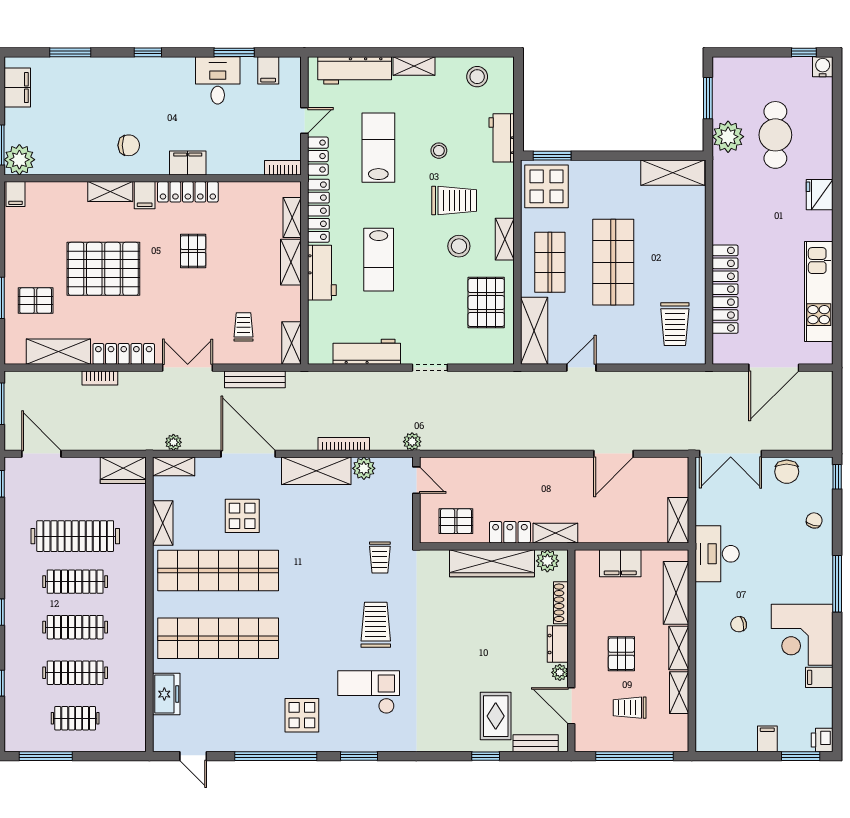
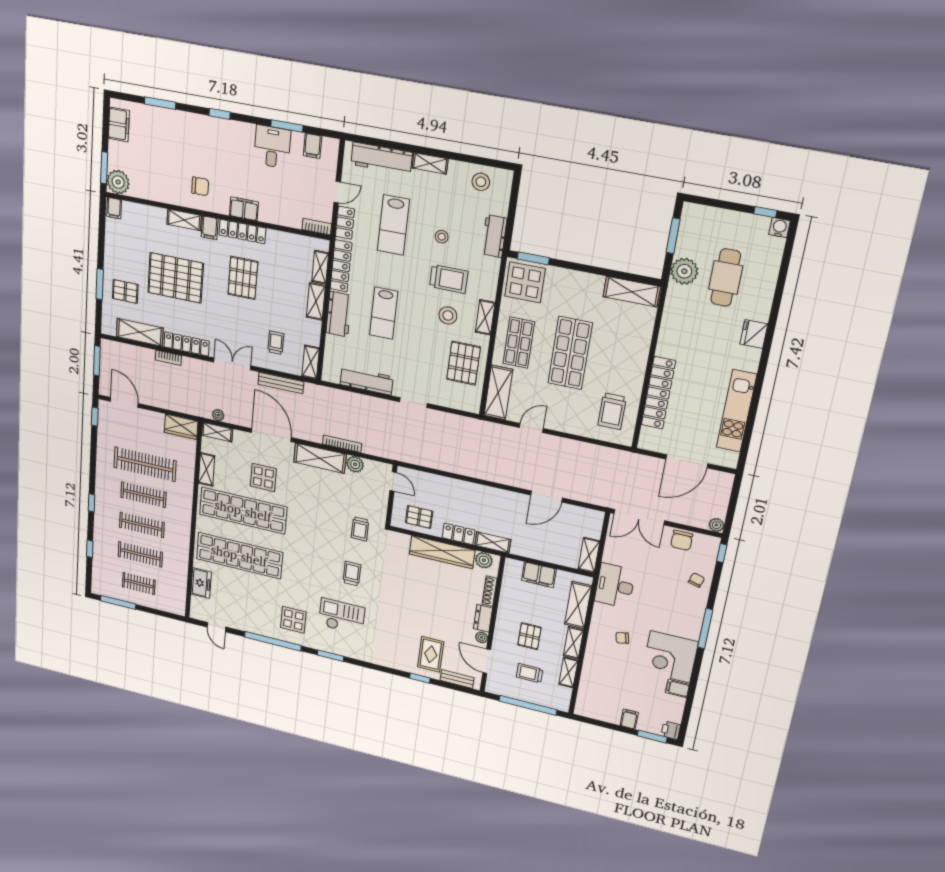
lab bench: (378, 148) -> (393, 225), turned 180
pallet: (193, 251) -> (243, 278), width x1.50, depth x1.42
plant: (412, 442) -> (716, 525), moved
trolley: (376, 625) -> (352, 574), width x0.73, depth x0.72

